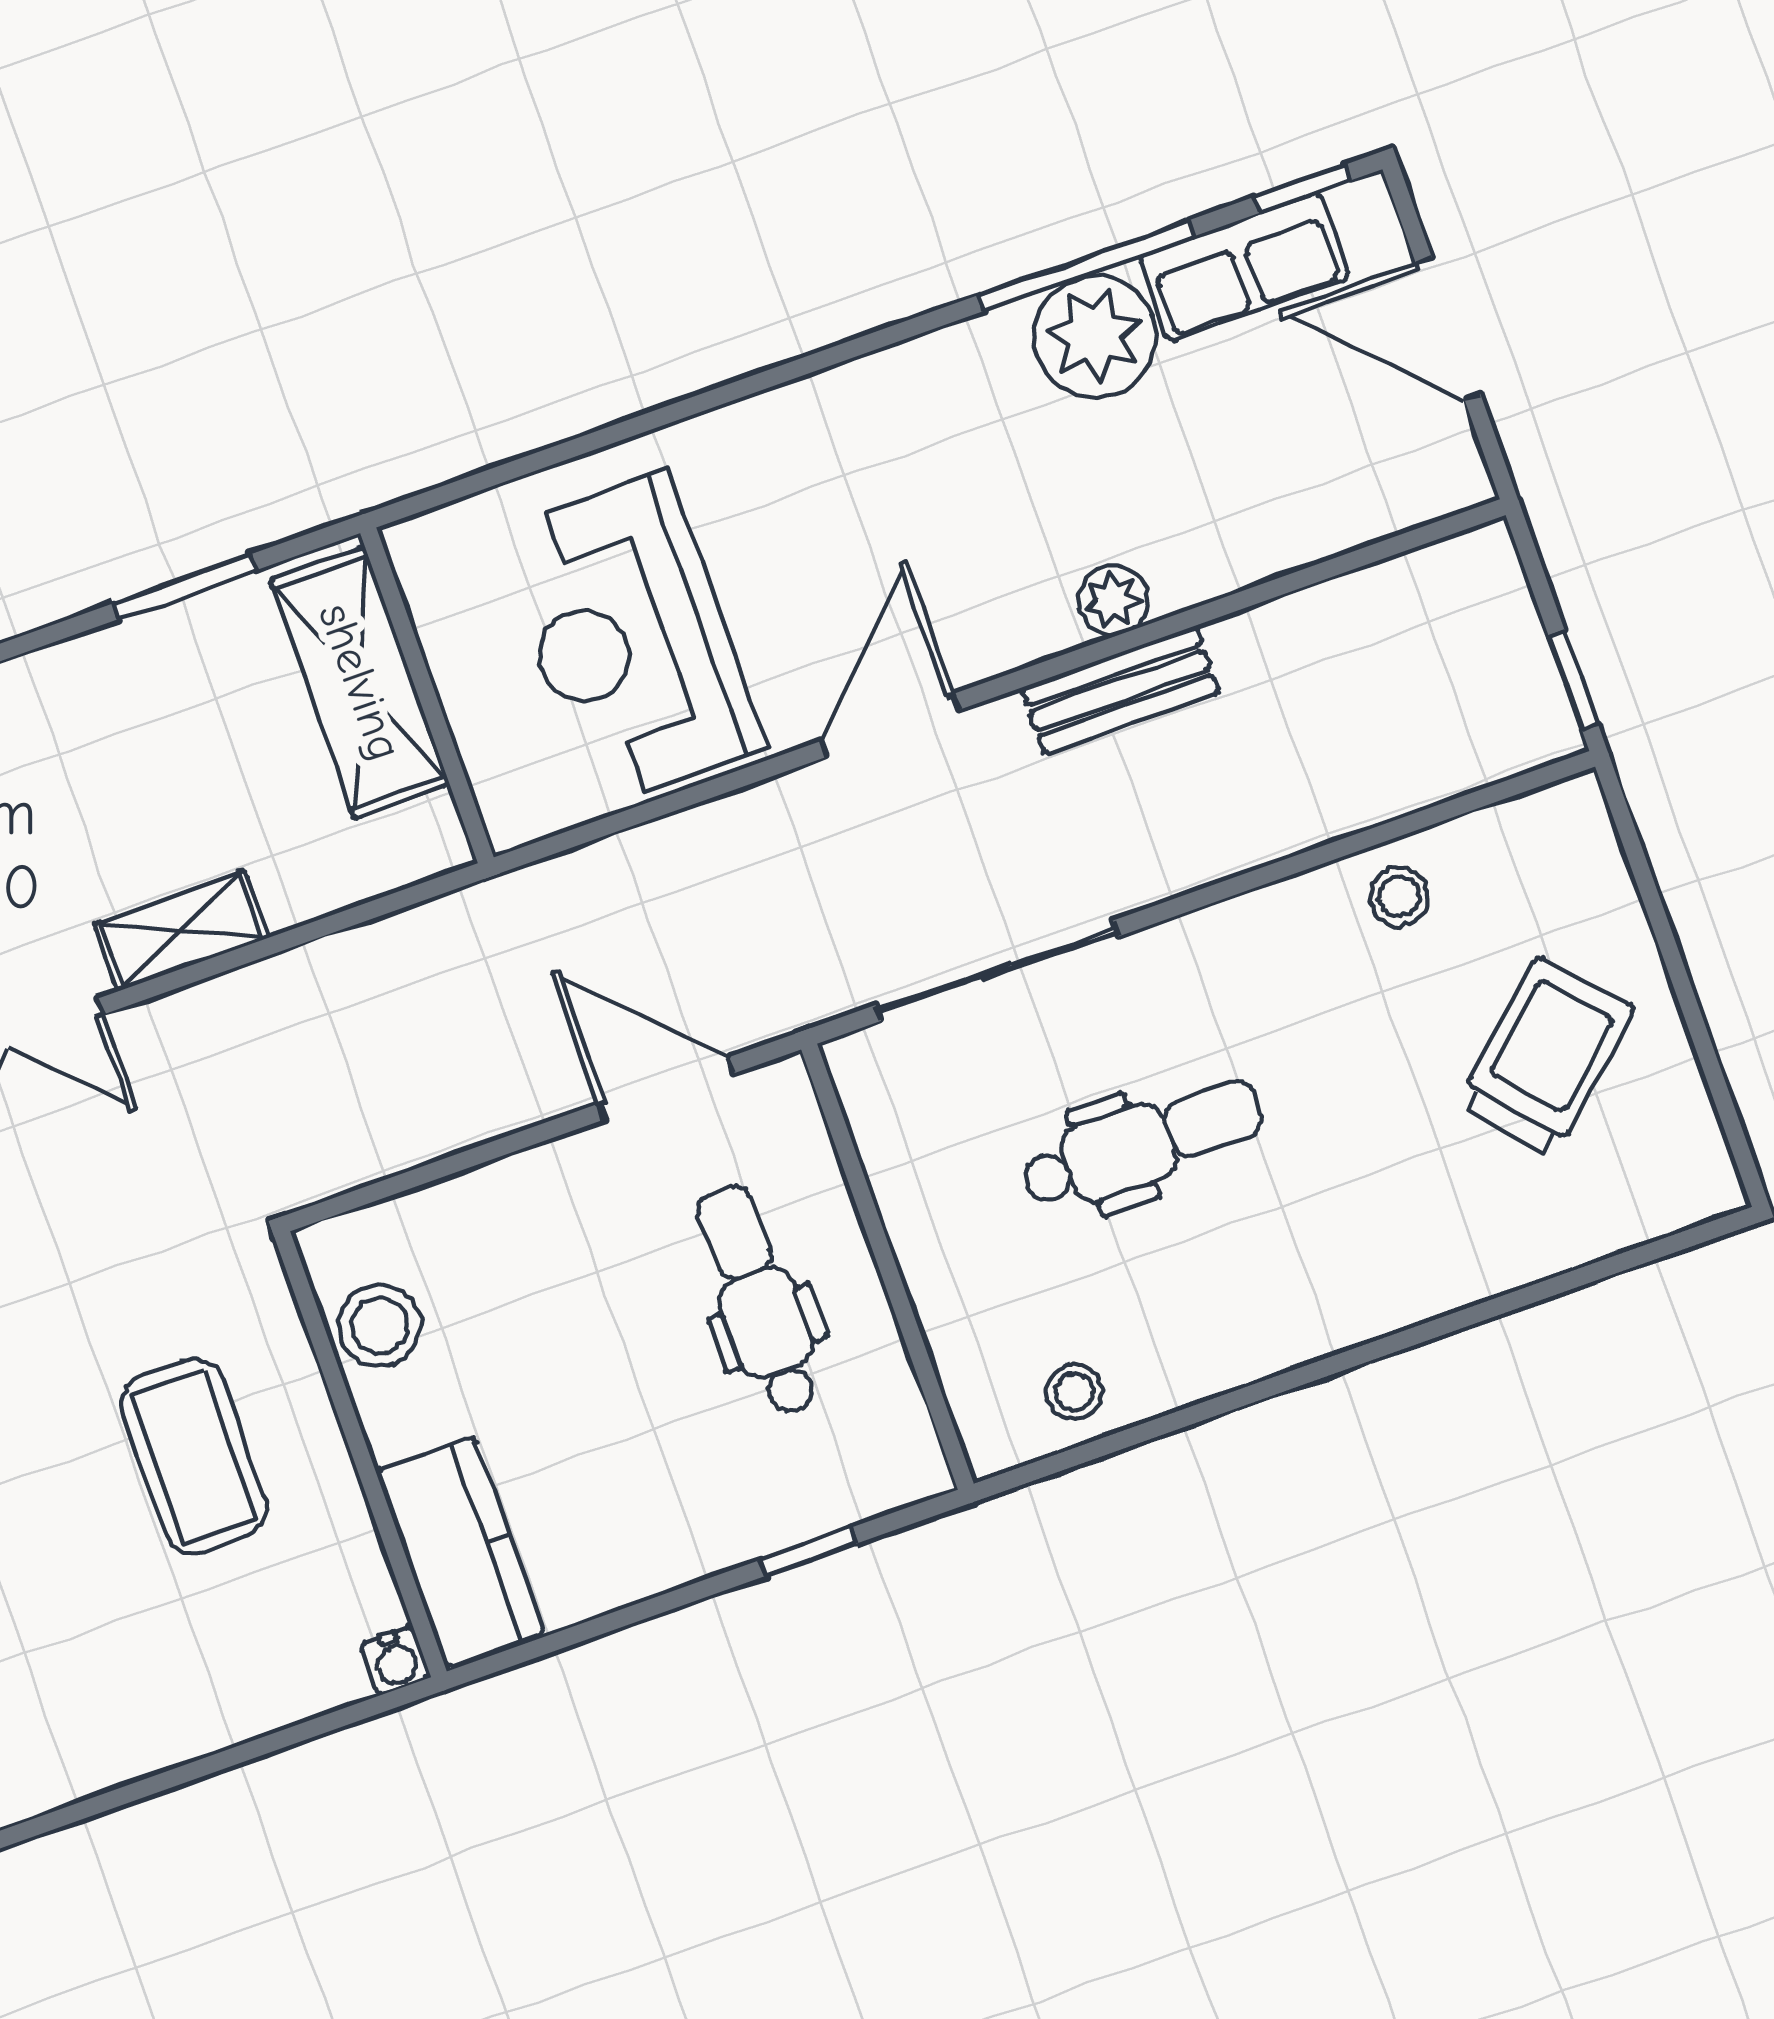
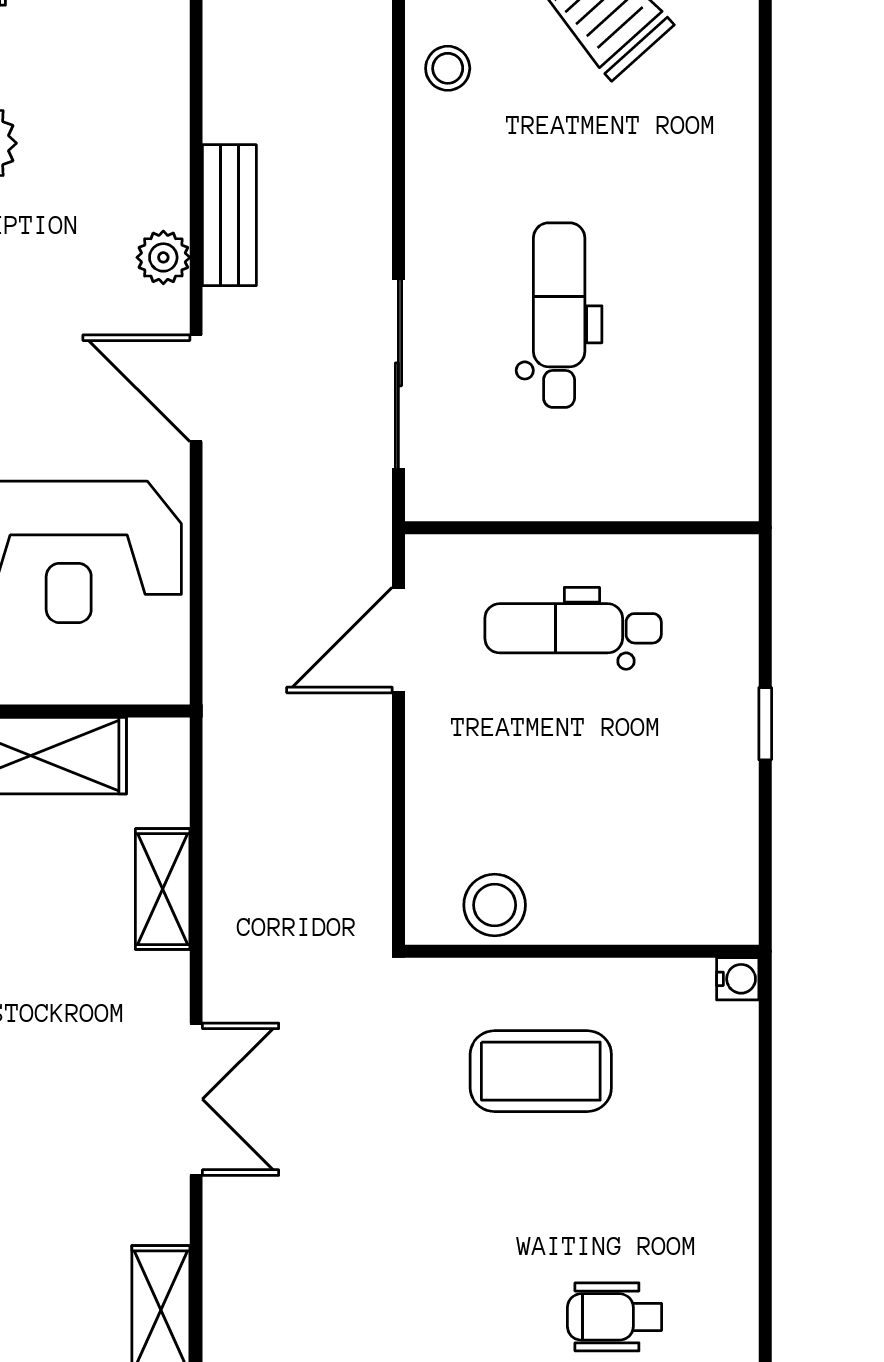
plant: (1113, 600) -> (163, 257), moved
shelving: (181, 931) -> (163, 889), moved
stool: (1075, 1392) -> (719, 426), removed
kitchen counter: (460, 1552) -> (677, 905), removed
window: (808, 1552) -> (765, 724), moved

